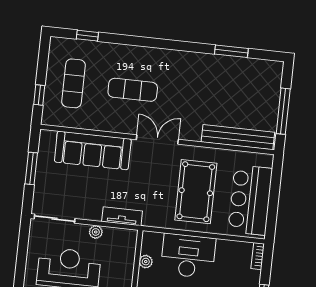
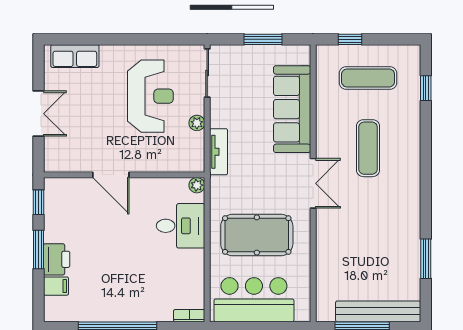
bench: (238, 137) -> (378, 311), moved, turned 90
desk: (188, 256) -> (181, 226), width x0.73
plant: (146, 262) -> (197, 185), moved

